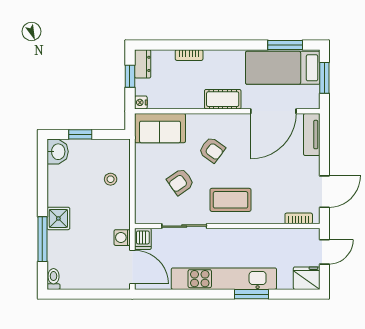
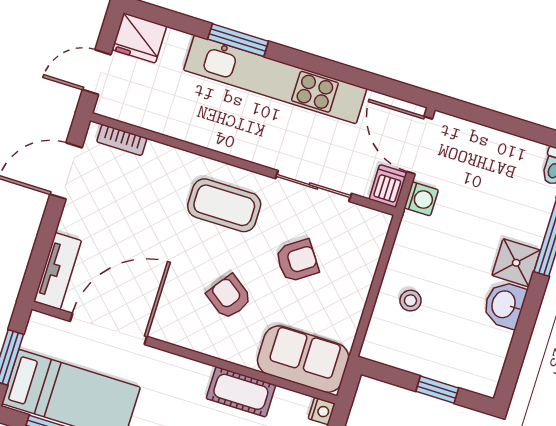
cot: (223, 99) -> (241, 392), moved
washbasin: (58, 152) -> (505, 305), moved

